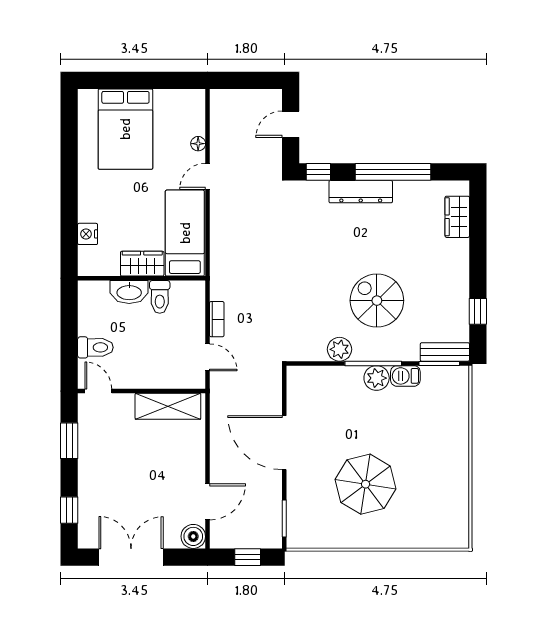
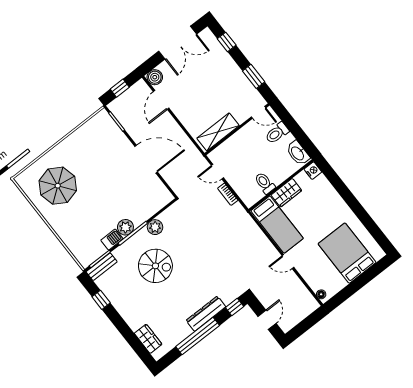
floor lamp: (198, 144) -> (321, 294), moved
door: (208, 176) -> (288, 262), swing flipped
nightstand: (88, 234) -> (313, 171), moved
washbasin: (129, 292) -> (298, 153), moved, turned -90
parasol: (366, 484) -> (58, 186), moved

